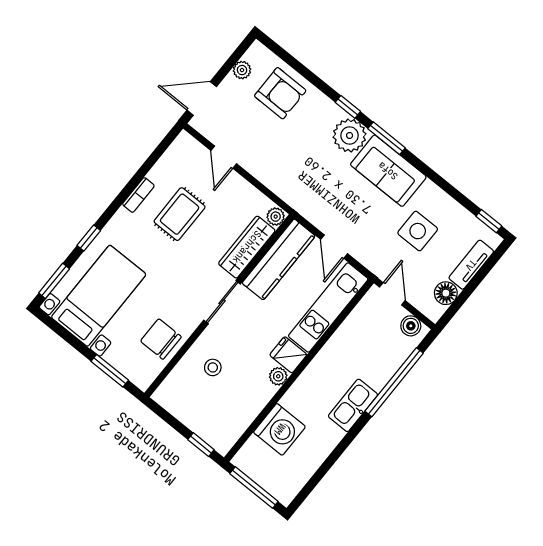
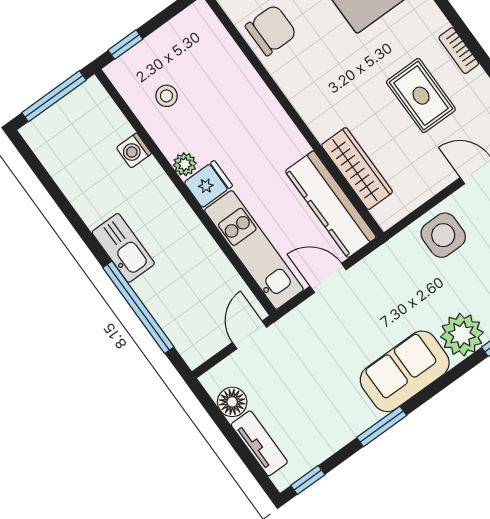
window: (386, 138) -> (382, 426), moved
plant: (276, 217) -> (385, 215), removed
side table: (418, 231) -> (443, 235), moved
door: (392, 294) -> (249, 335), swing flipped
sliding door: (222, 302) -> (297, 119), removed
boiler: (411, 326) -> (203, 347), removed
stool: (213, 367) -> (166, 96), moved
washing machine: (280, 429) -> (134, 151), width x0.53, depth x0.53

